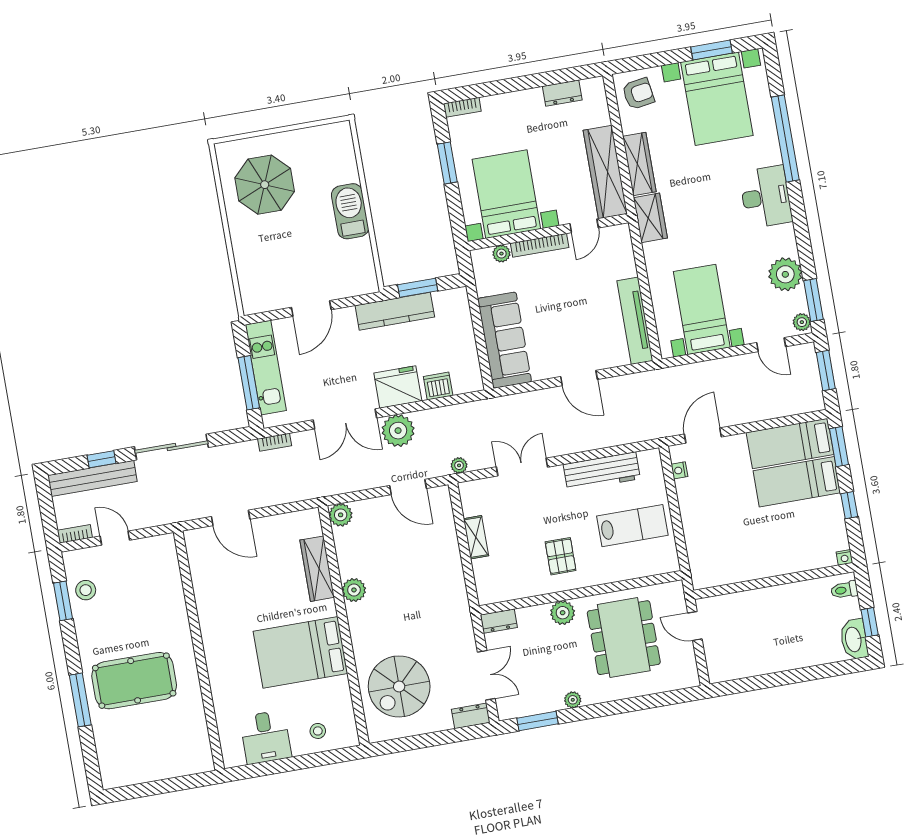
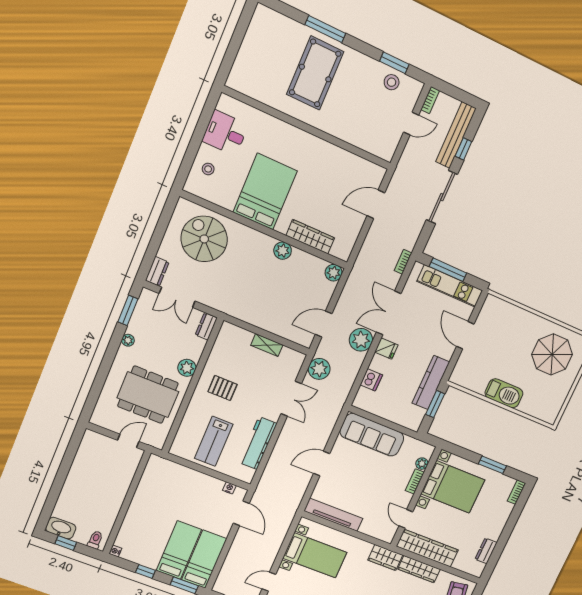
bookcase: (540, 245) -> (415, 481), width x0.64
fridge: (398, 387) -> (386, 349), width x0.53, depth x0.75
plant: (459, 465) -> (319, 369), width x1.87, depth x1.87

